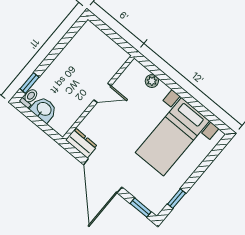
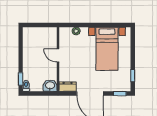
door: (103, 93) -> (58, 55), swing flipped
washbasin: (44, 109) -> (50, 86), moved

